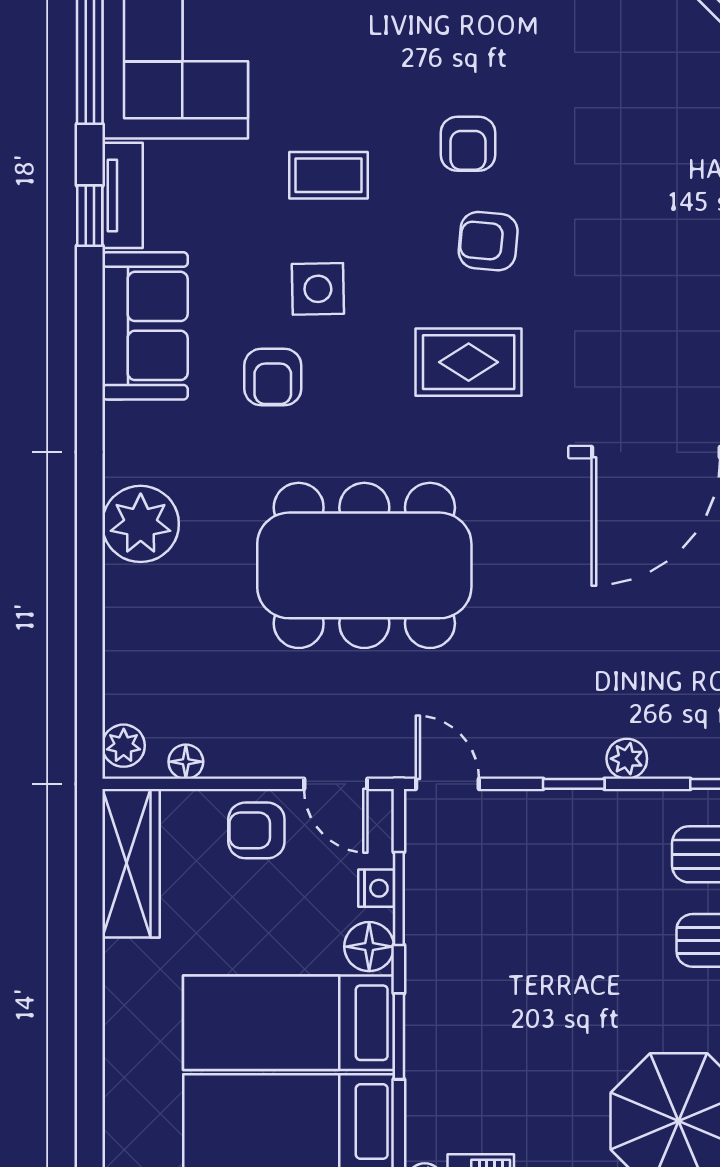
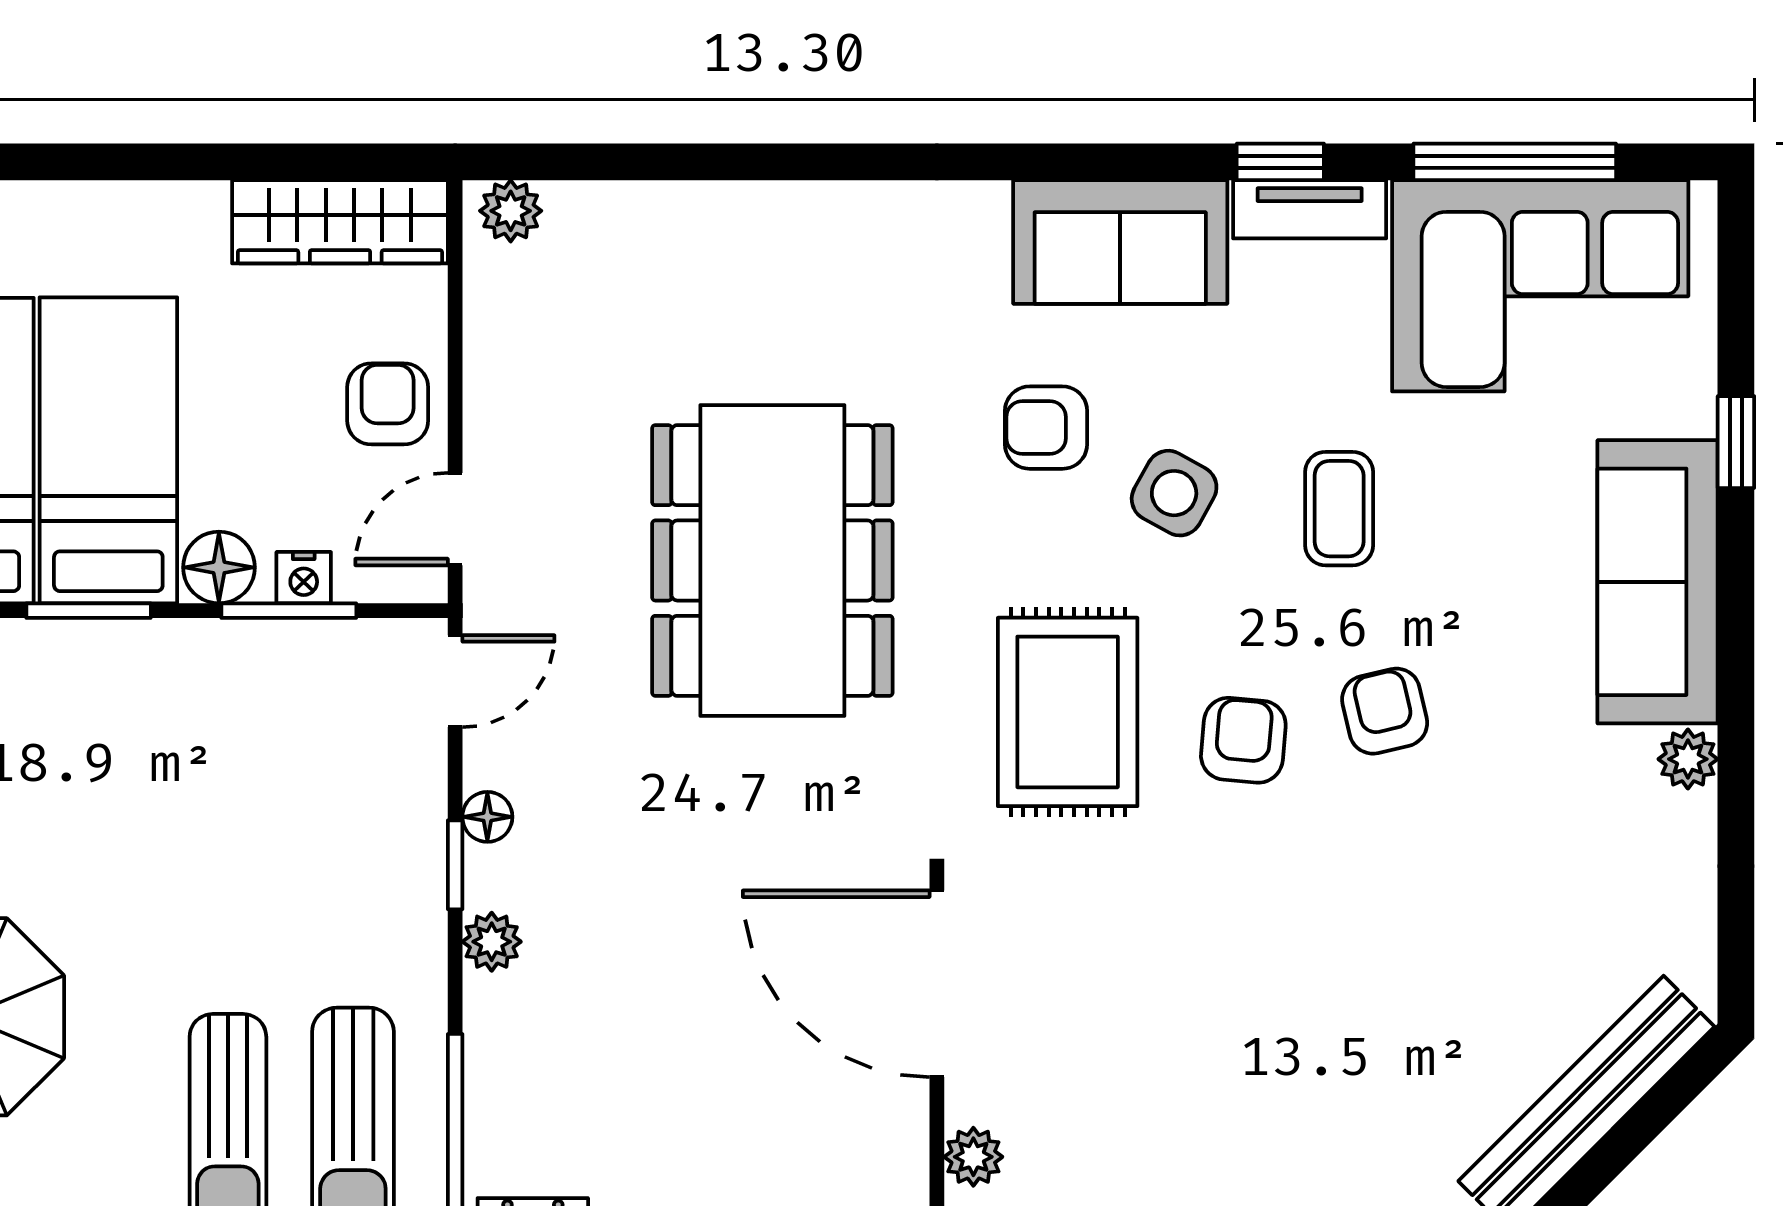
armchair: (468, 144) -> (1385, 711), turned 77
side table: (318, 289) -> (1174, 493), turned 30
rug: (469, 362) -> (1068, 712), width x1.36, depth x1.43
plant: (141, 524) -> (833, 236), removed
floor lamp: (186, 762) -> (487, 817), moved

